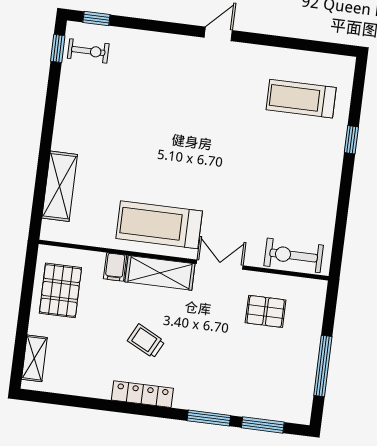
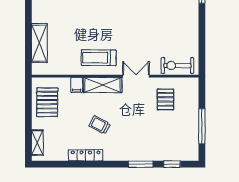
treadmill: (159, 225) -> (99, 58), width x0.73, depth x0.73
pallet: (266, 311) -> (165, 99), turned 90
locker: (142, 394) -> (86, 155), moved
window: (263, 425) -> (172, 164), width x0.67

